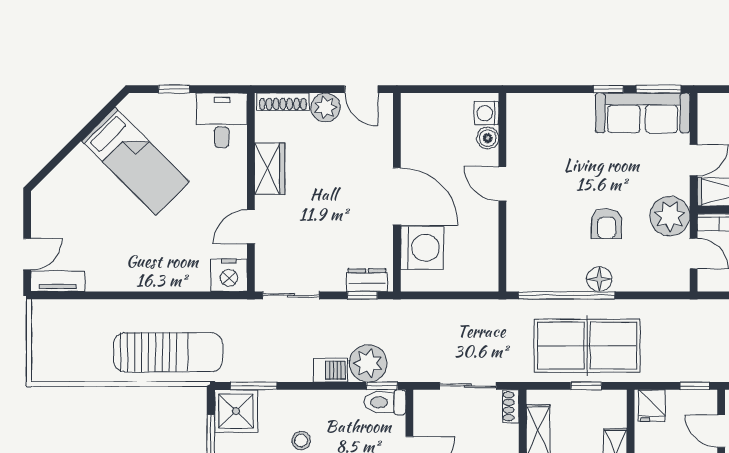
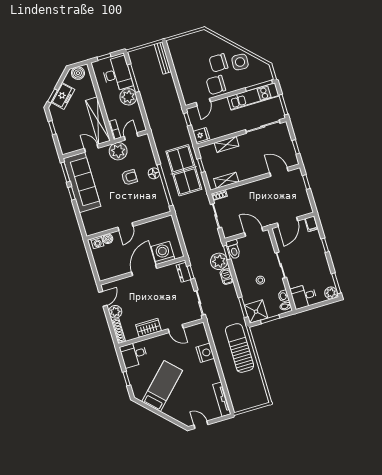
sofa: (643, 113) -> (82, 182), width x1.36, depth x1.27
door: (27, 254) -> (201, 425), moved
nightstand: (229, 275) -> (205, 353), moved
tv unit: (58, 281) -> (222, 399), width x1.41

